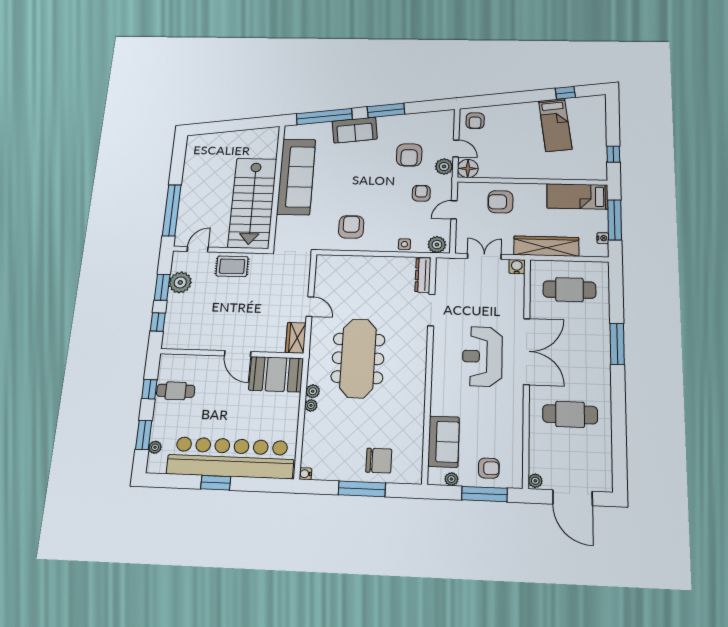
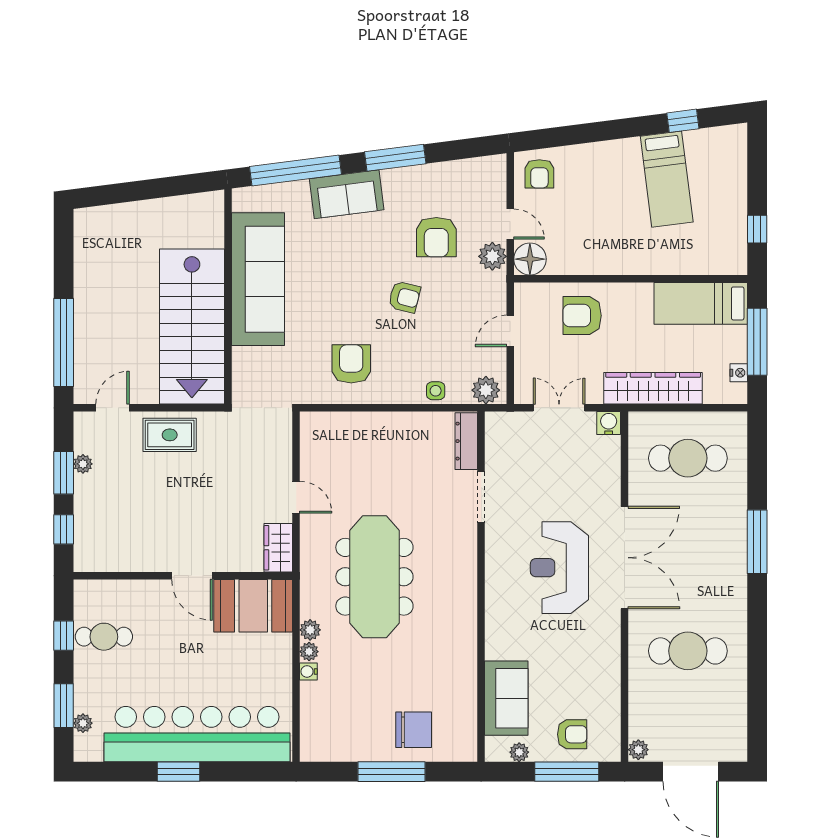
armchair: (421, 193) -> (404, 297), moved, turned 104
plant: (180, 282) -> (83, 464), width x0.53, depth x0.53
water cooler: (305, 474) -> (308, 671), moved

